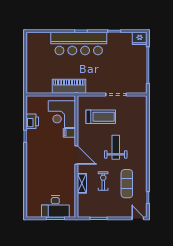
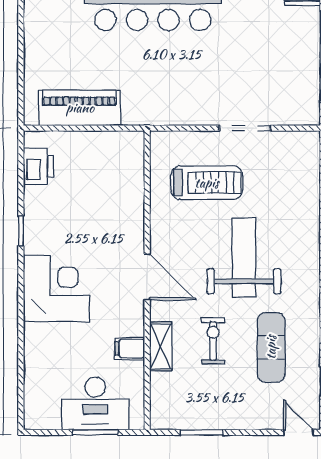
piano: (69, 86) -> (80, 108), moved
corner desk: (62, 114) -> (57, 289), moved, turned 180
printer: (32, 121) -> (38, 166), moved
filing cabinet: (69, 133) -> (130, 349), moved
weight bench: (116, 147) -> (244, 258), width x1.36, depth x1.33

